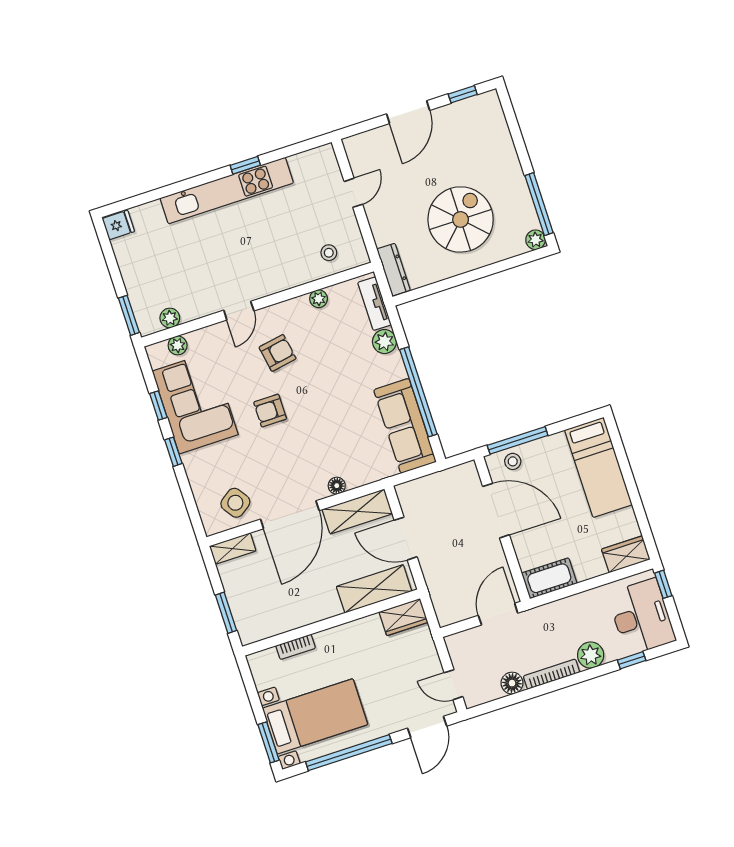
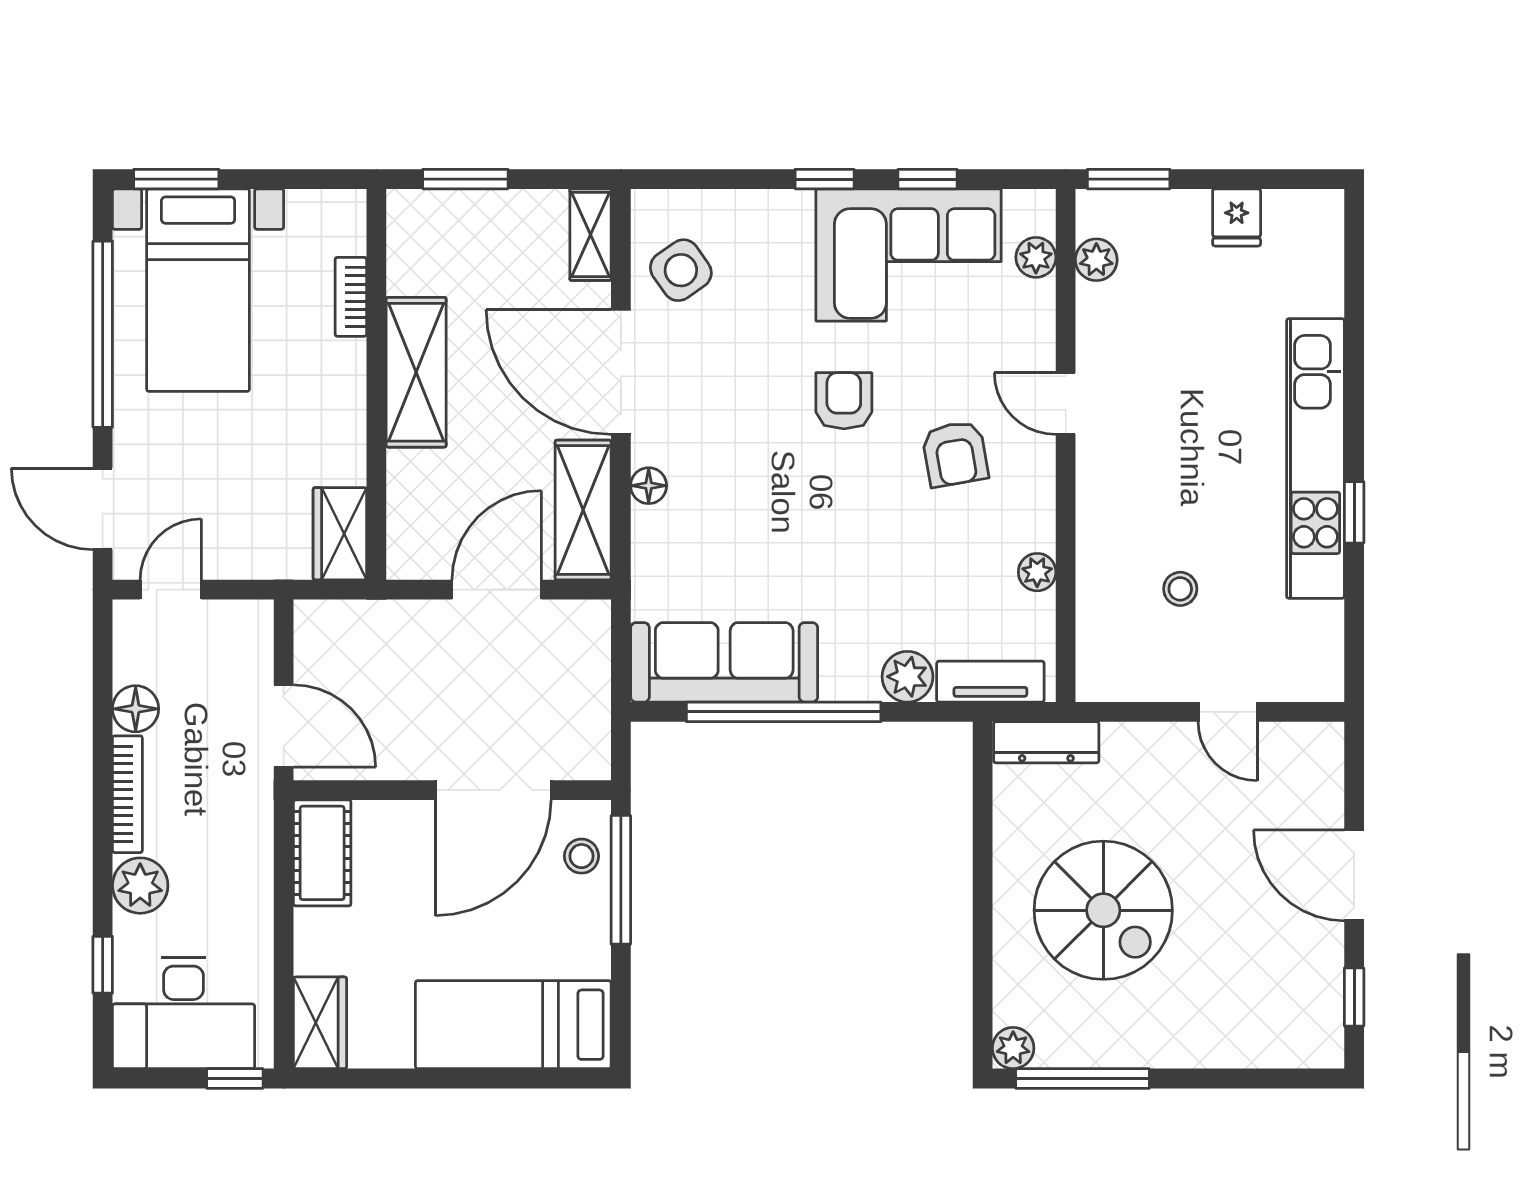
fridge: (118, 225) -> (1237, 217), moved
stool: (329, 253) -> (1180, 589), moved
shelving: (374, 589) -> (416, 372), moved

